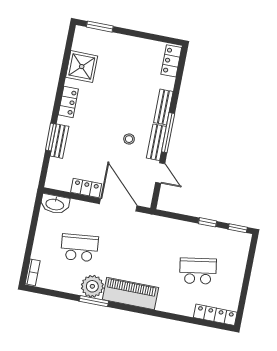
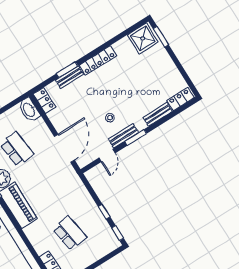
shower: (82, 67) -> (143, 38), moved
locker: (68, 102) -> (98, 60), width x1.53
bench: (163, 107) -> (158, 114), moved
window: (168, 133) -> (136, 137), width x0.69
locker: (86, 188) -> (44, 101), moved

